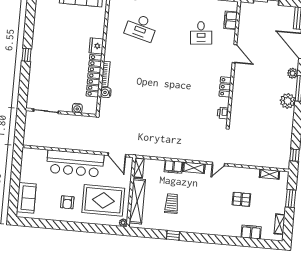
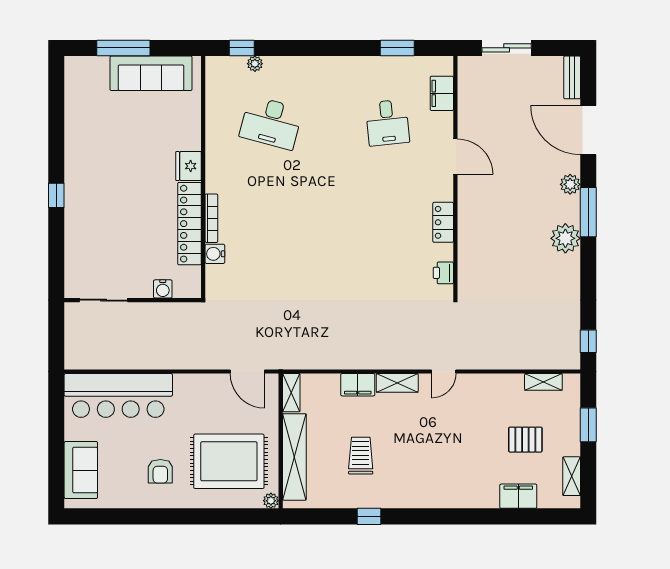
bar counter: (75, 163) -> (118, 395), moved
pallet: (241, 199) -> (525, 440), moved

